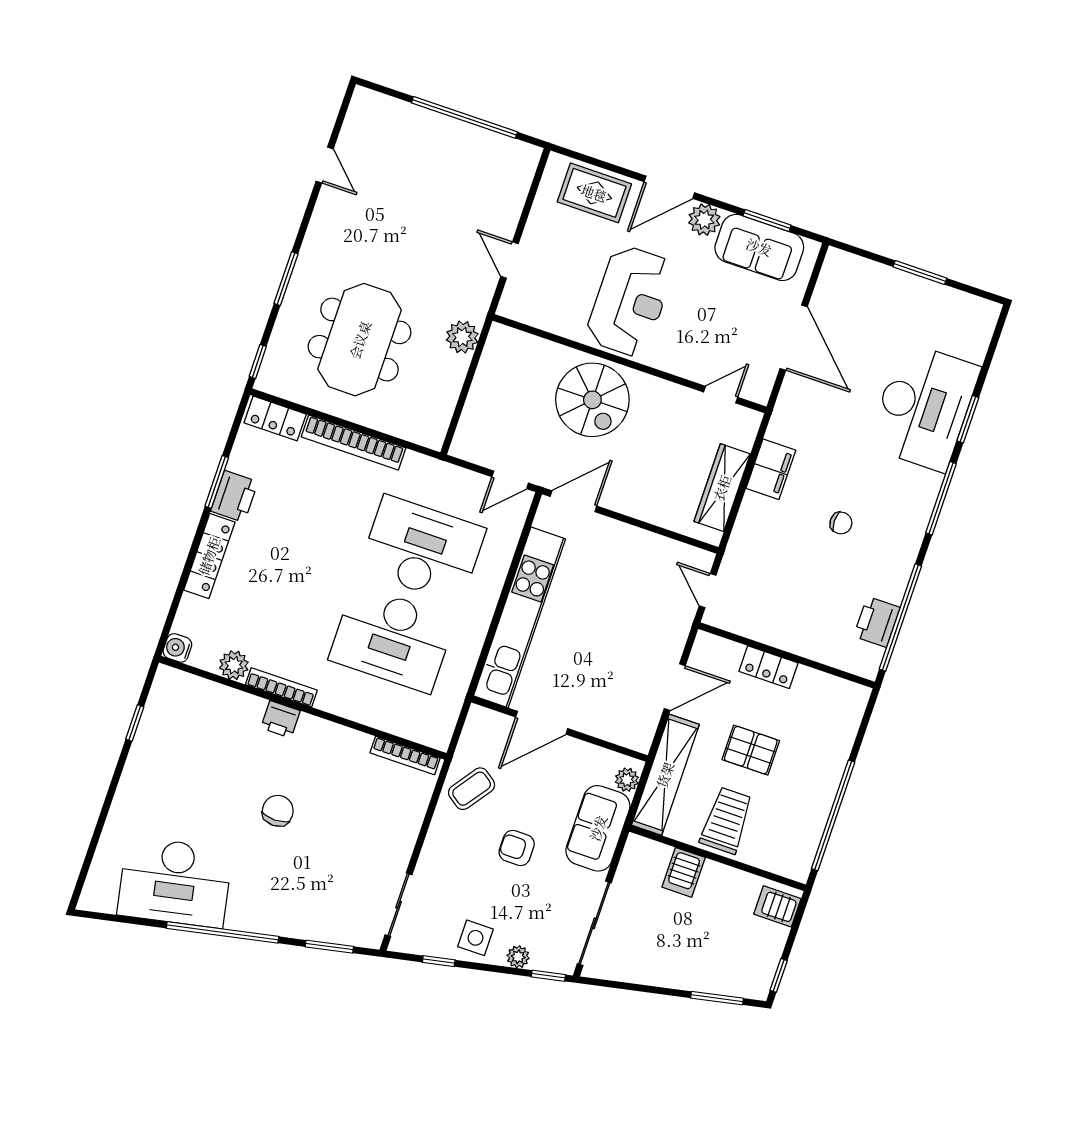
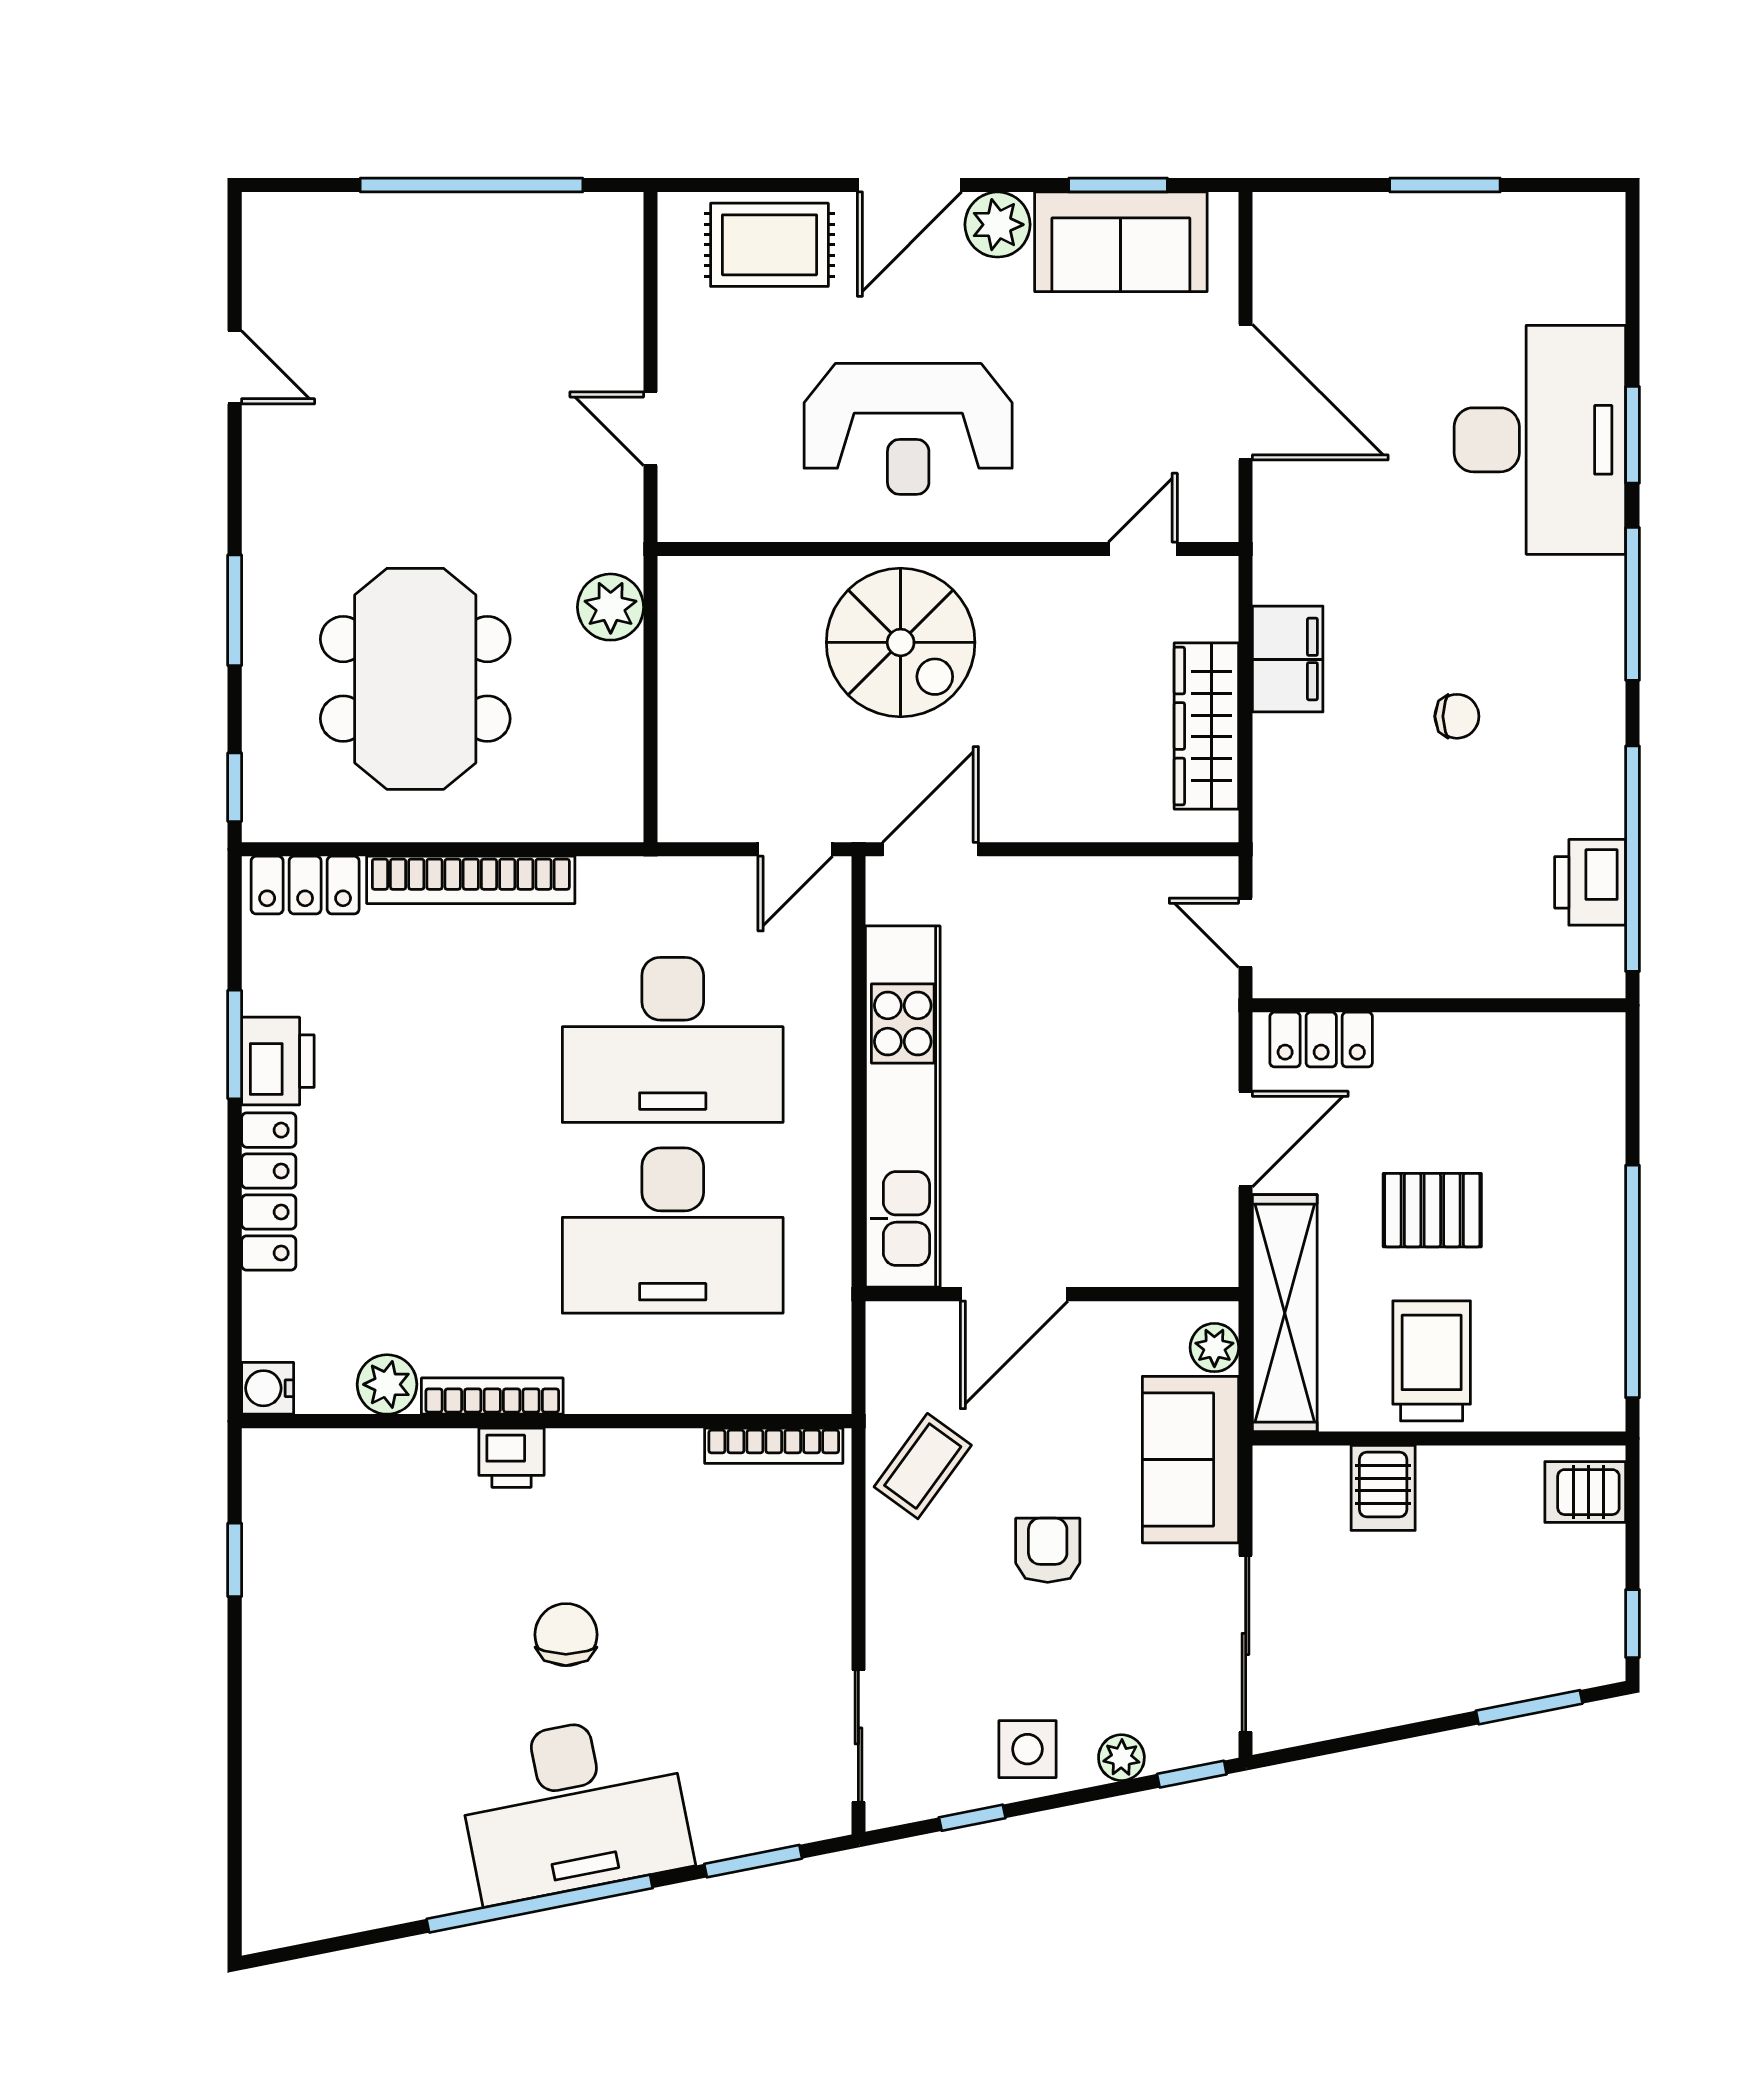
reception desk: (630, 301) -> (908, 429), turned 90
desk: (422, 549) -> (673, 1040), turned 180
locker: (768, 667) -> (1321, 1040), moved
armchair: (517, 848) -> (1048, 1550), turned 90
desk: (175, 882) -> (574, 1807), moved

